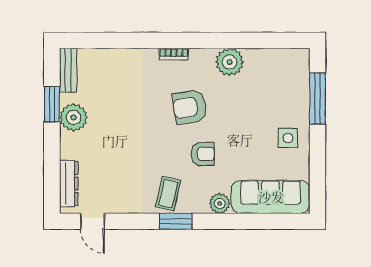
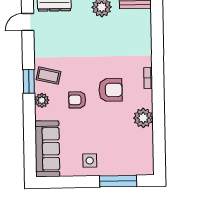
armchair: (190, 107) -> (110, 90), turned 99
armchair: (203, 154) -> (77, 100), turned 90
plant: (220, 203) -> (42, 100), moved

